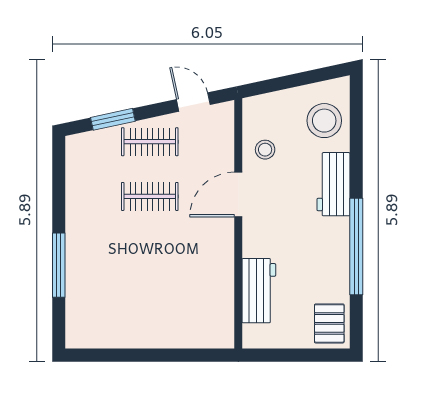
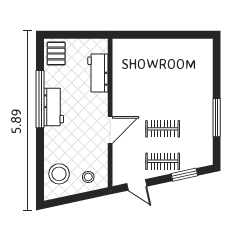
stool: (265, 150) -> (88, 177), moved
workbench: (333, 184) -> (54, 107), moved
window: (59, 265) -> (217, 118), moved

